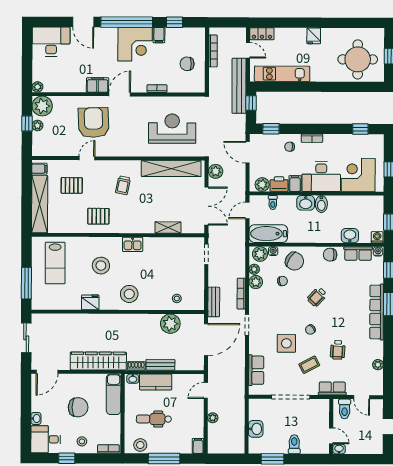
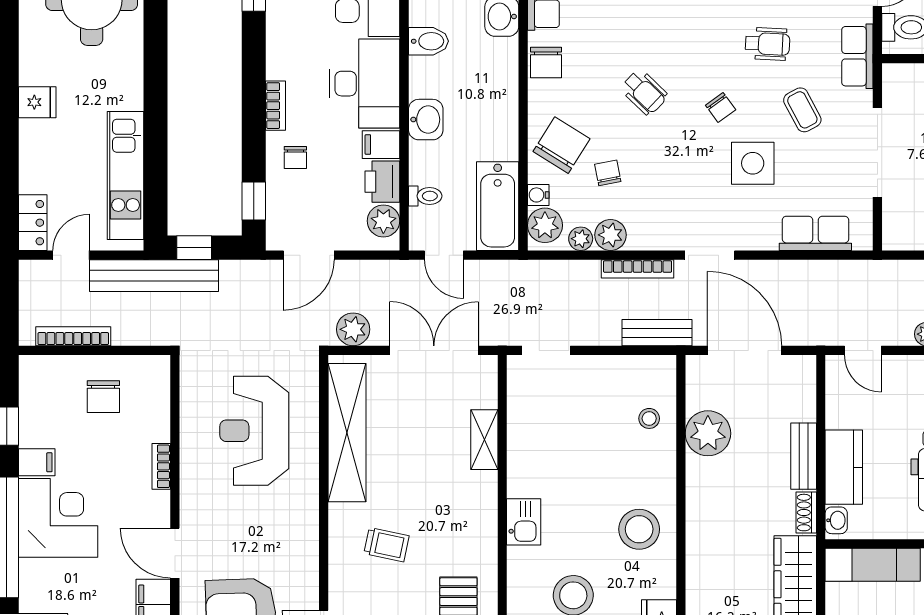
bidet: (321, 204) -> (428, 41), moved

